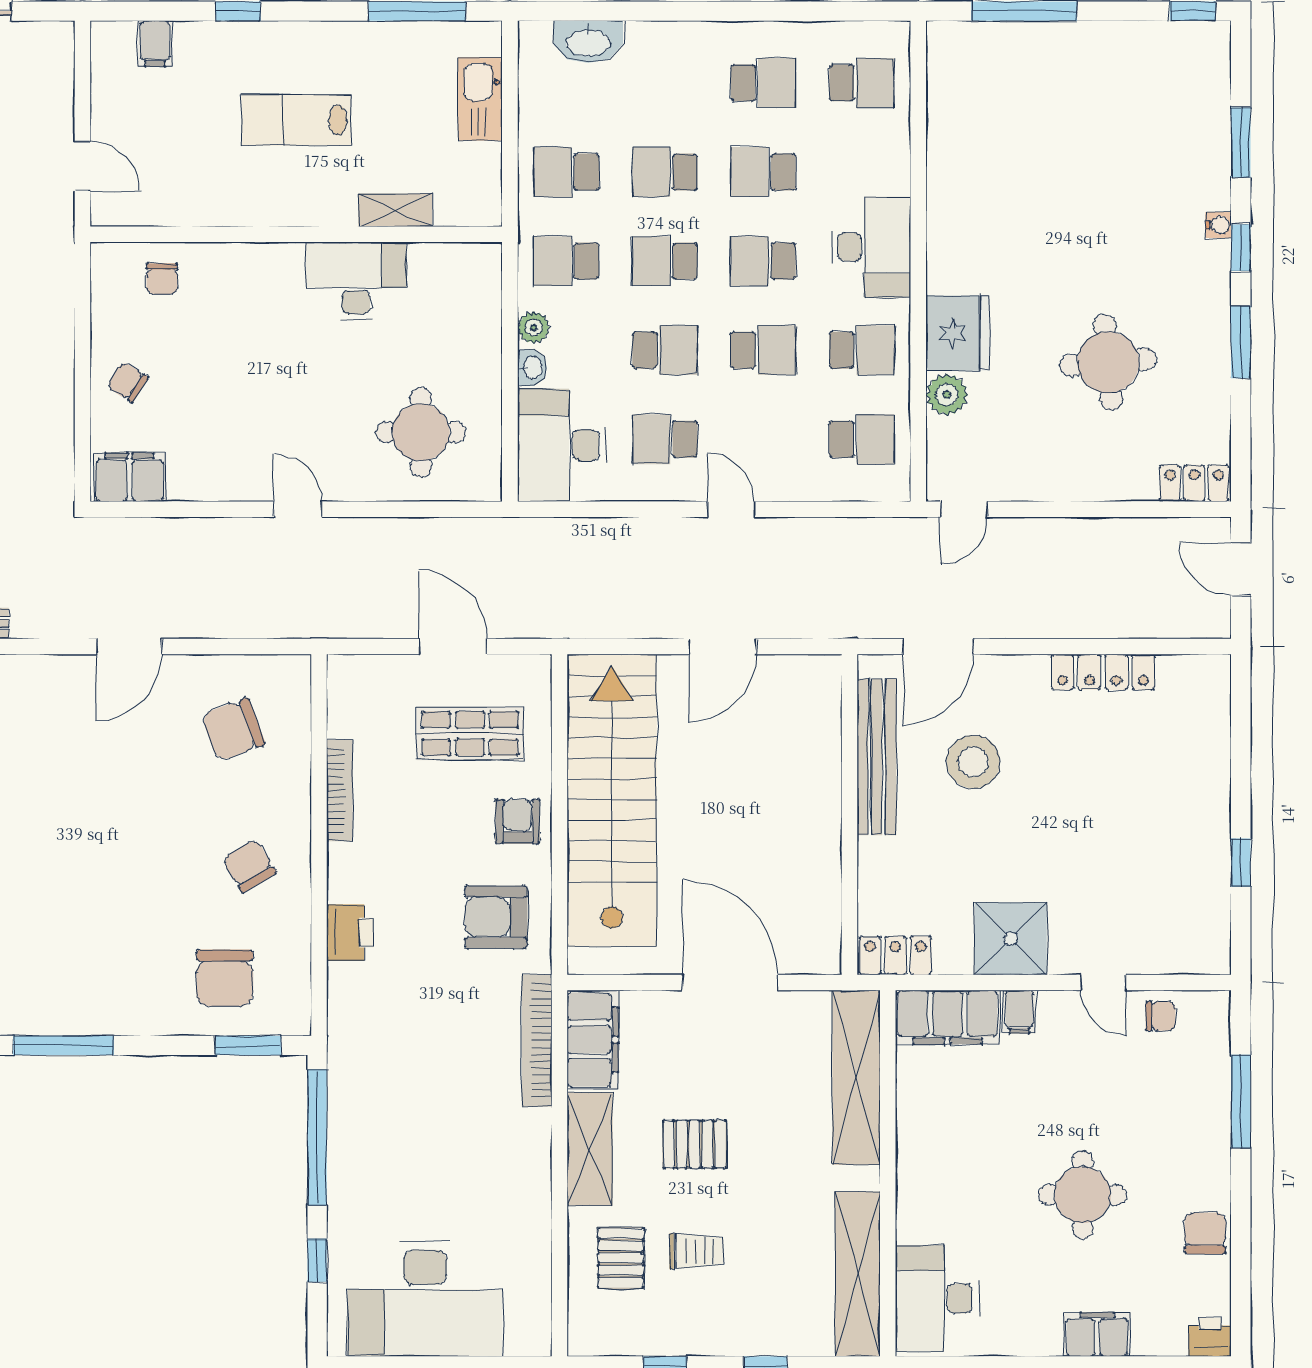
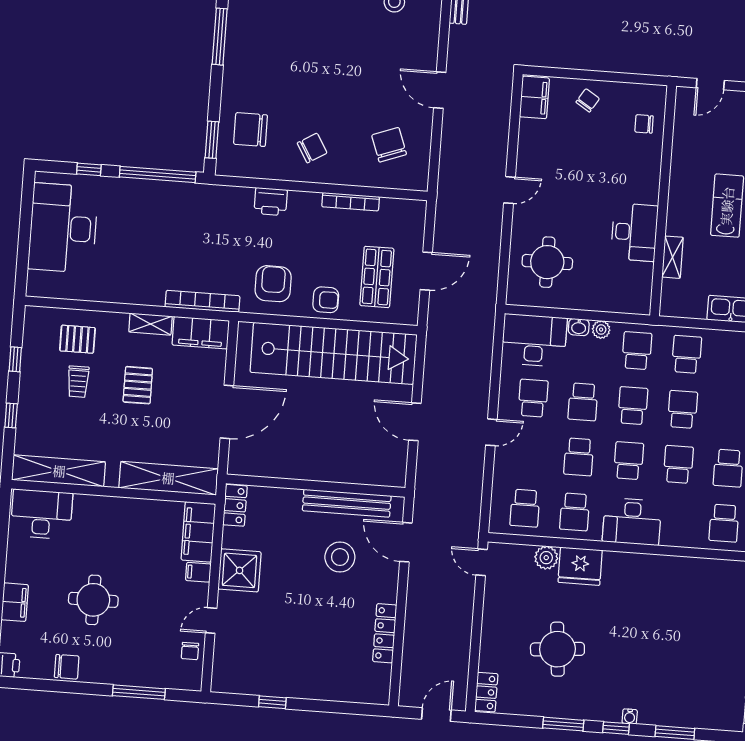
shelving: (590, 1149) -> (150, 324), width x0.67, depth x0.75

